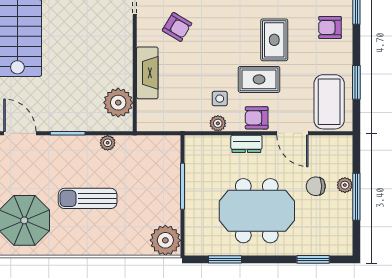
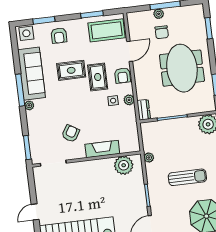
plant: (108, 143) -> (149, 157), moved
dresser: (246, 144) -> (144, 110), moved
sun lounger: (88, 198) -> (187, 177), turned -90

